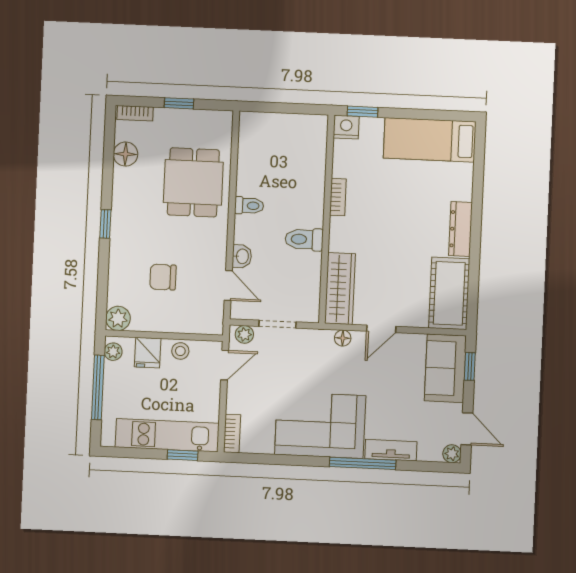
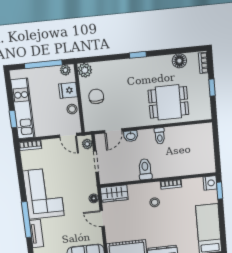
stool: (366, 231) -> (155, 202), added
chair: (163, 277) -> (96, 96), moved
wardrobe: (340, 289) -> (114, 194), width x0.67

